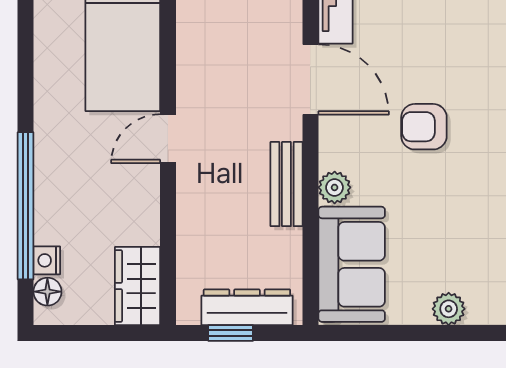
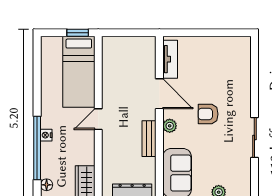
plant: (335, 187) -> (170, 126), moved
nightstand: (47, 260) -> (46, 135), moved

